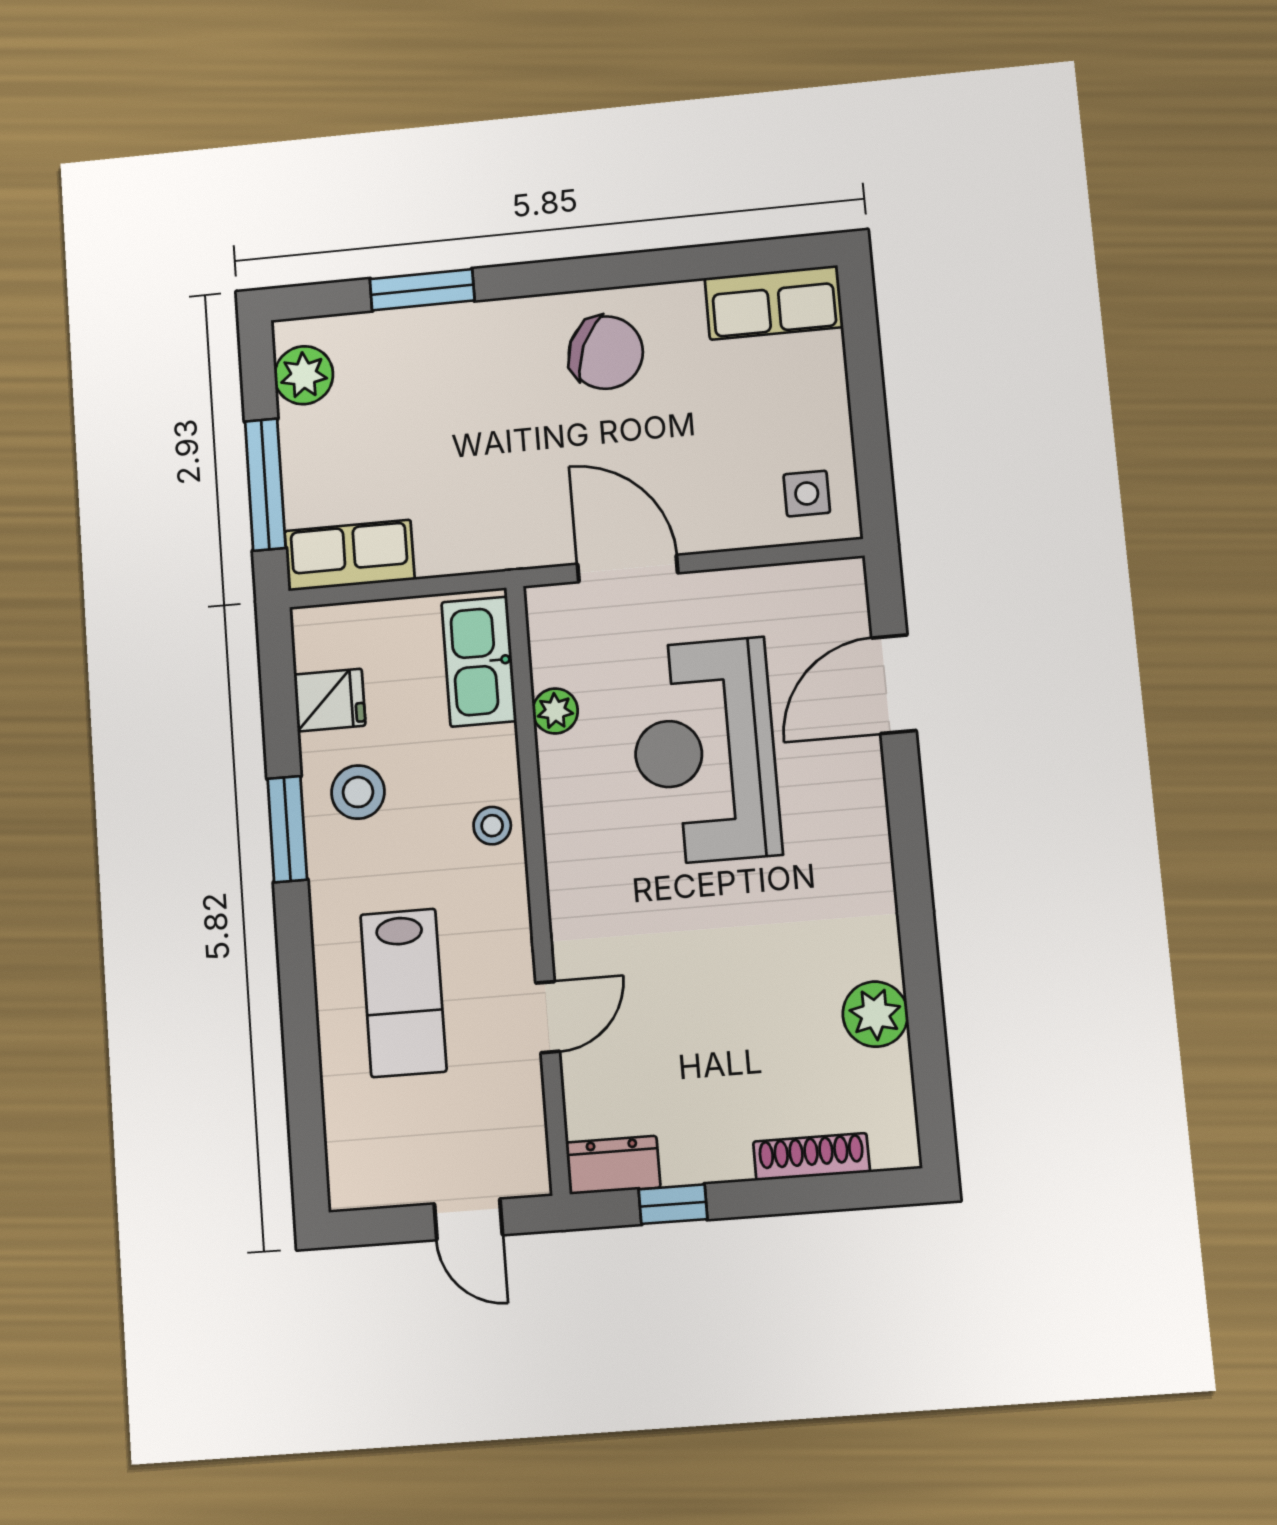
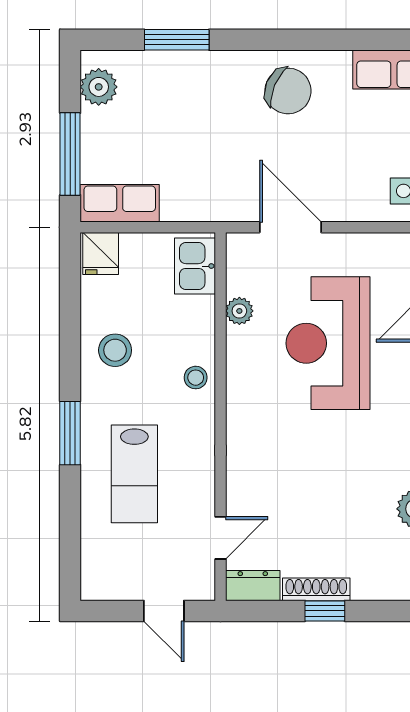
kitchen sink: (479, 662) -> (195, 266), width x0.73
fridge: (330, 700) -> (101, 253), moved, turned 90
window: (287, 829) -> (70, 433), moved
door: (548, 1017) -> (220, 538), moved
shoe rack: (811, 1157) -> (316, 589), moved
window: (673, 1204) -> (325, 611), moved

